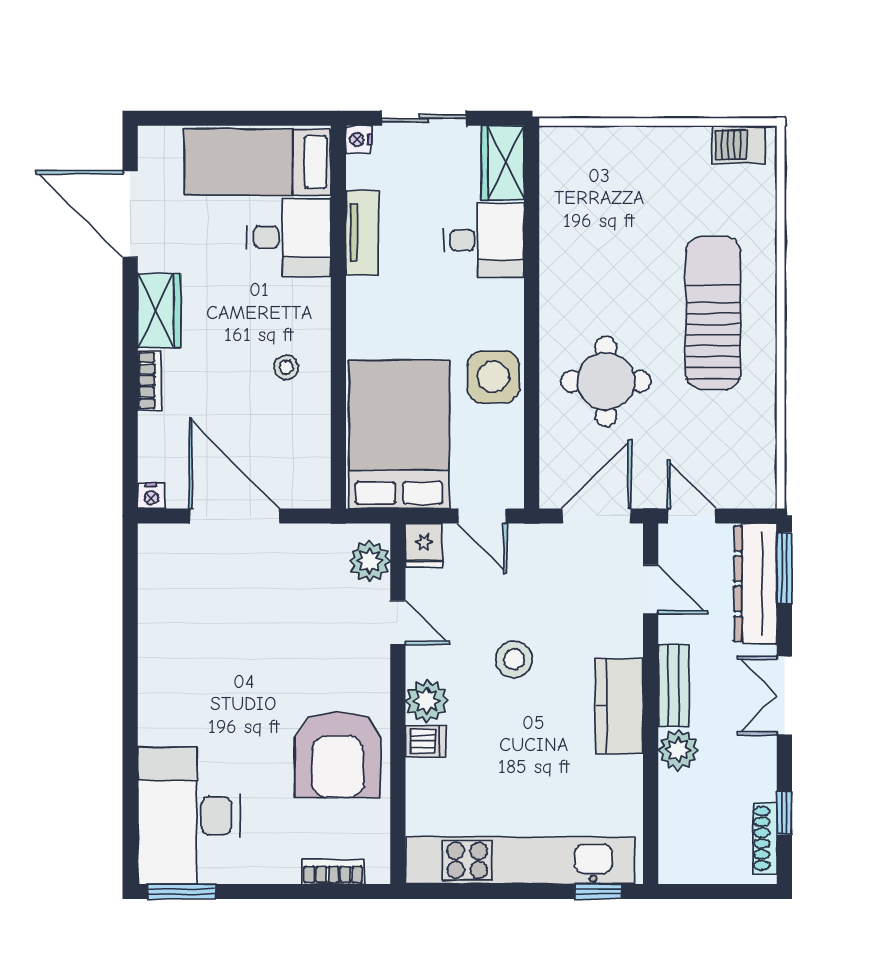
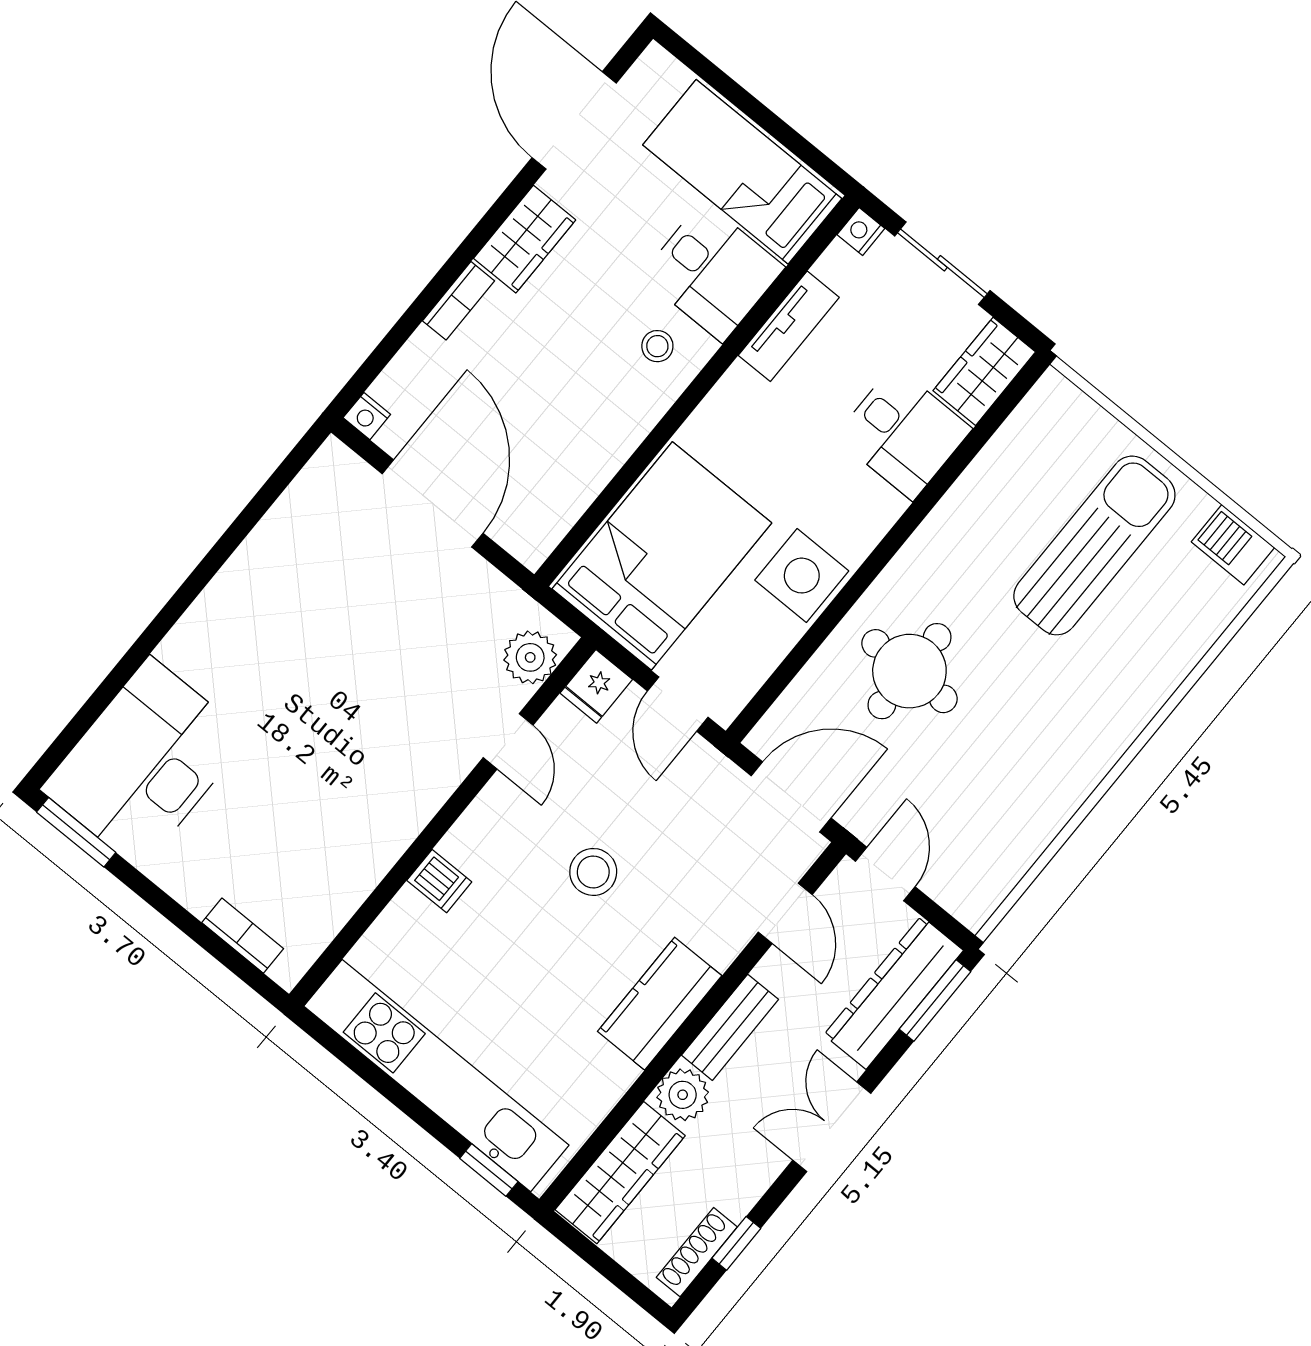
sun lounger: (713, 313) -> (1094, 545), moved
stool: (286, 367) -> (657, 346), moved
plant: (427, 701) -> (473, 843), removed
armchair: (338, 755) -> (342, 823), removed
wardrobe: (679, 828) -> (620, 1173), added

